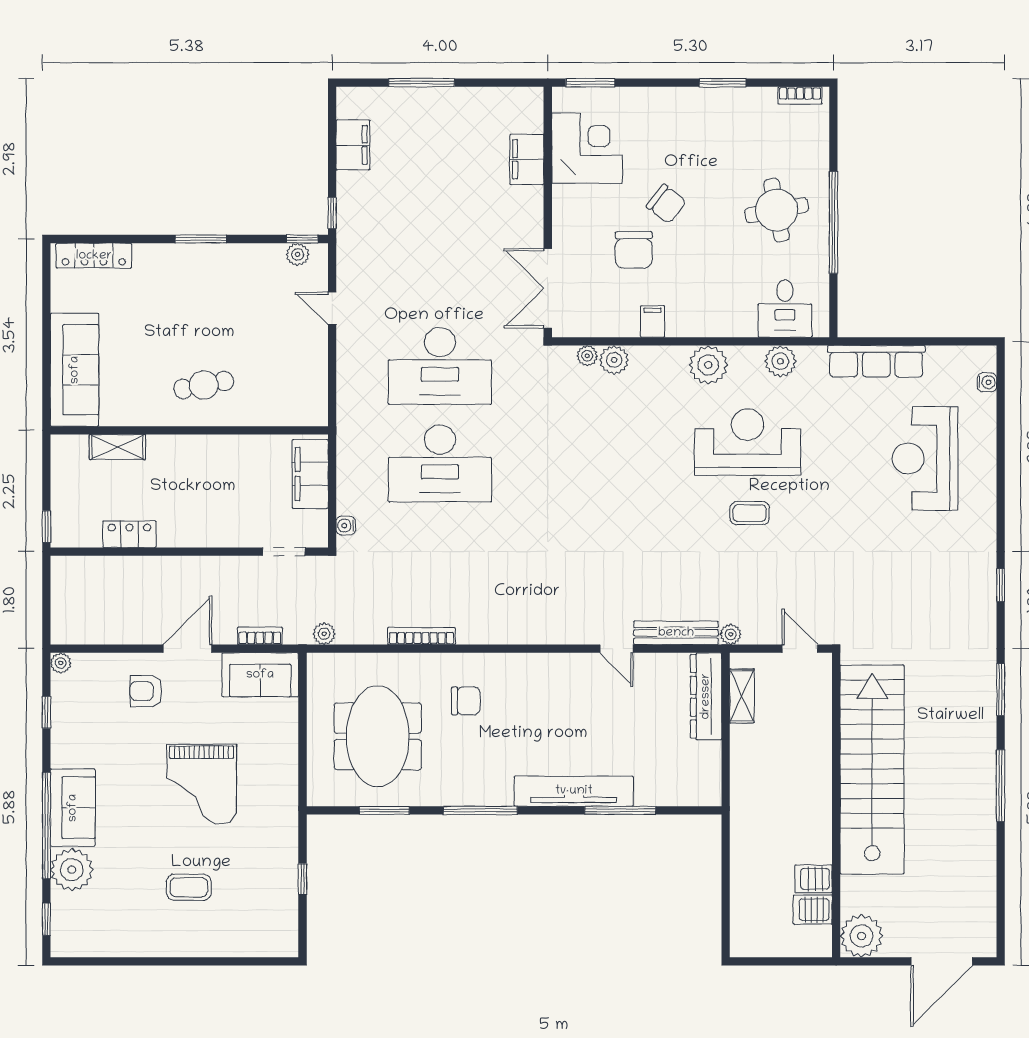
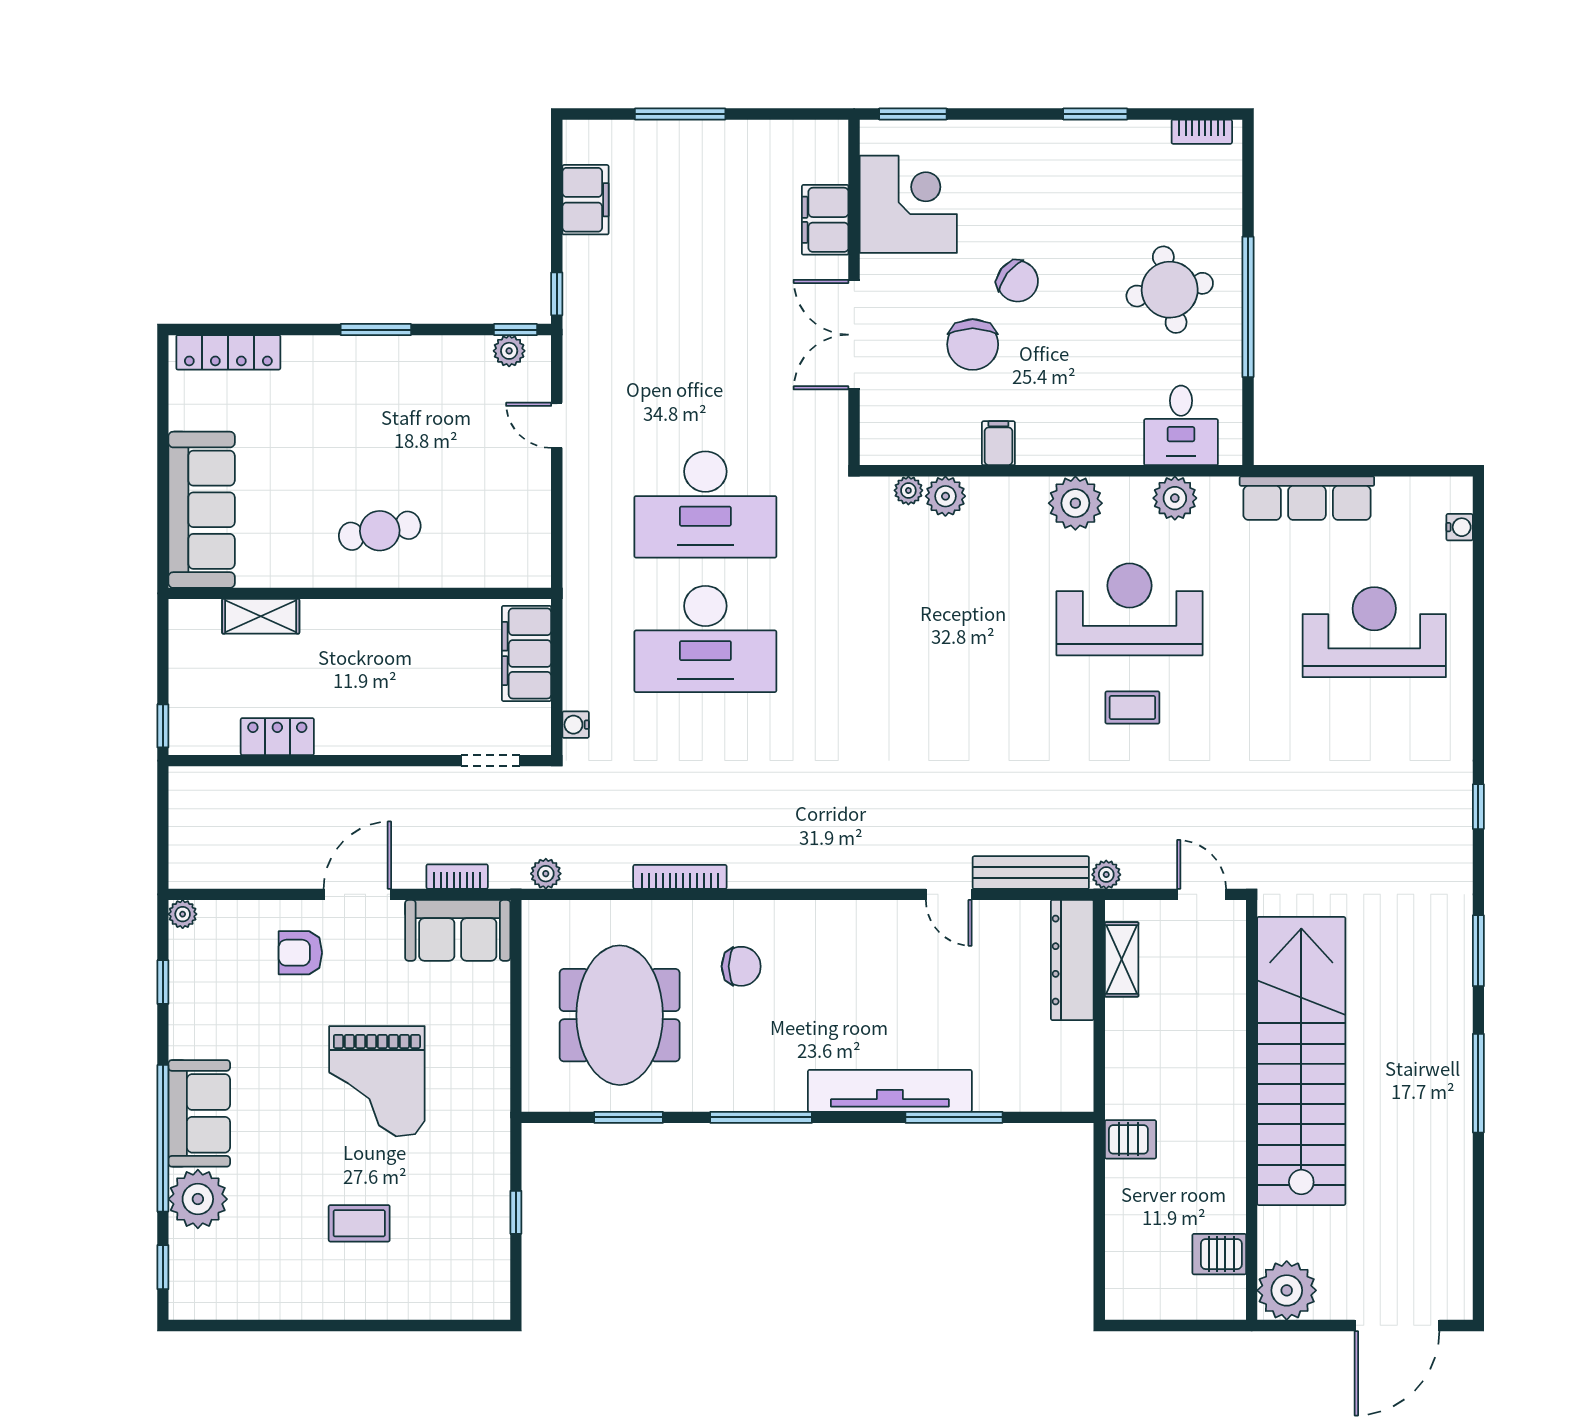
double door: (548, 288) -> (854, 335), moved
reception desk: (925, 458) -> (1374, 632), turned 90
server rack: (814, 879) -> (1130, 1139), moved, turned 180

